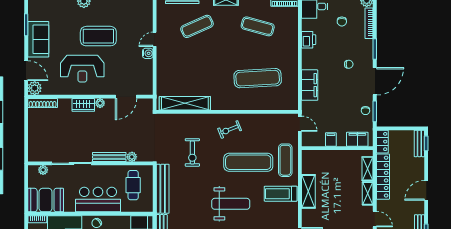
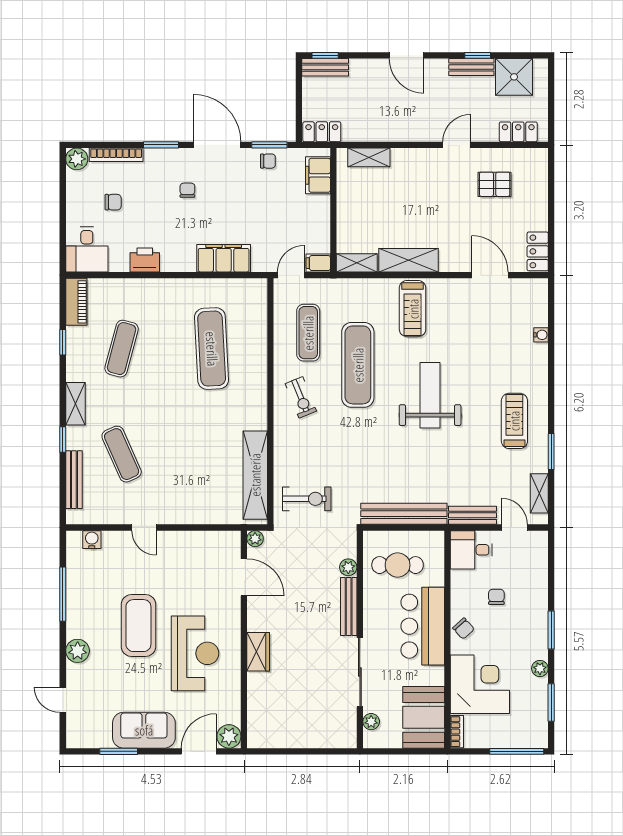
water cooler: (148, 53) -> (92, 540), moved
shoe rack: (43, 103) -> (255, 722), removed
plant: (100, 103) -> (255, 539), moved
filing cabinet: (331, 140) -> (318, 263), moved
exercise bike: (192, 152) -> (307, 499), moved
exercise mat: (285, 160) -> (308, 333), moved, turned 90
locker: (383, 177) -> (383, 131), removed
shelving: (368, 193) -> (357, 263), moved

